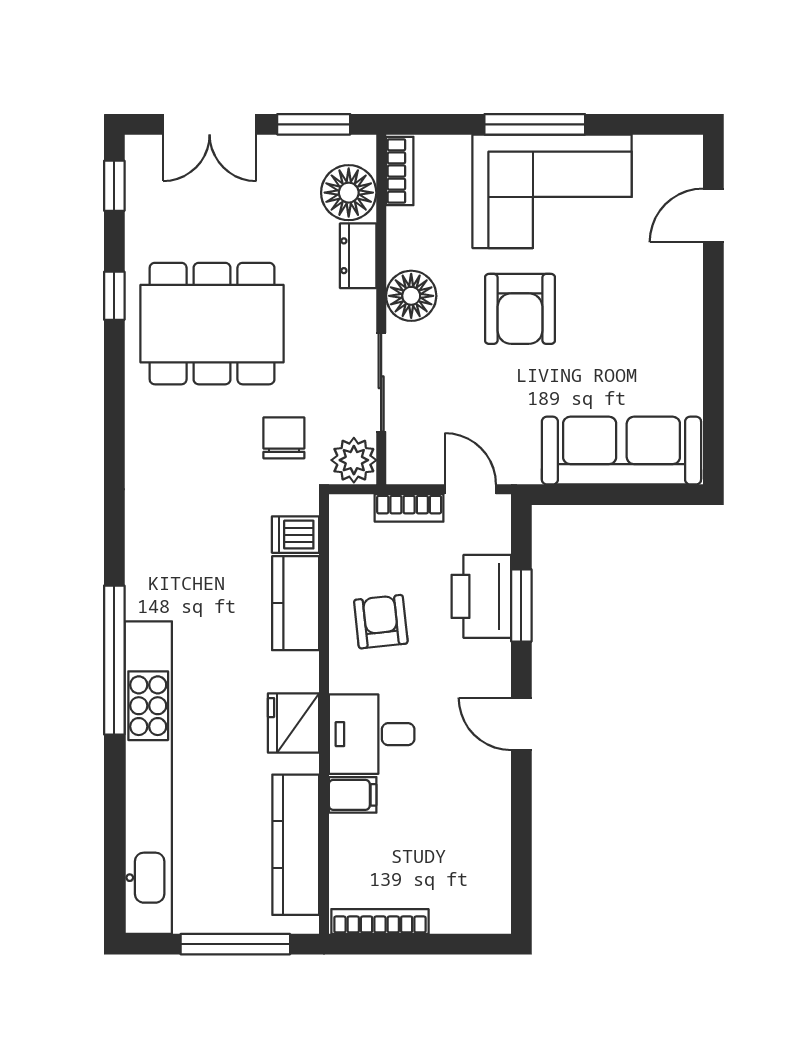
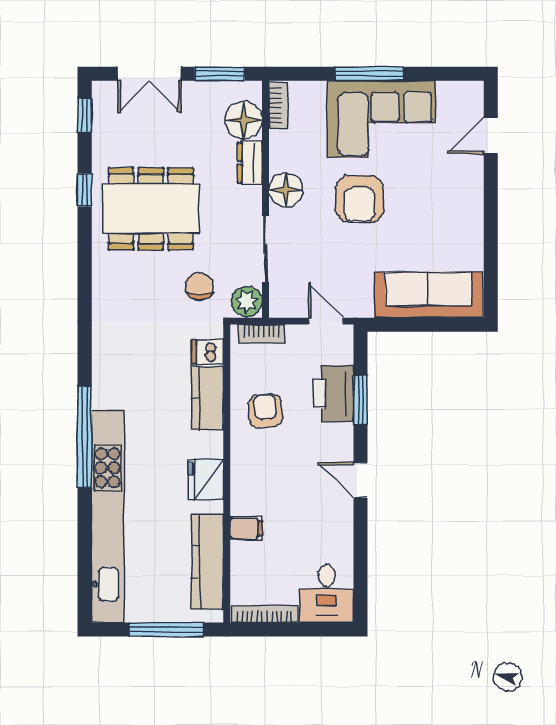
bookcase: (409, 508) -> (261, 334), moved
desk: (372, 734) -> (327, 594), moved, turned -90

